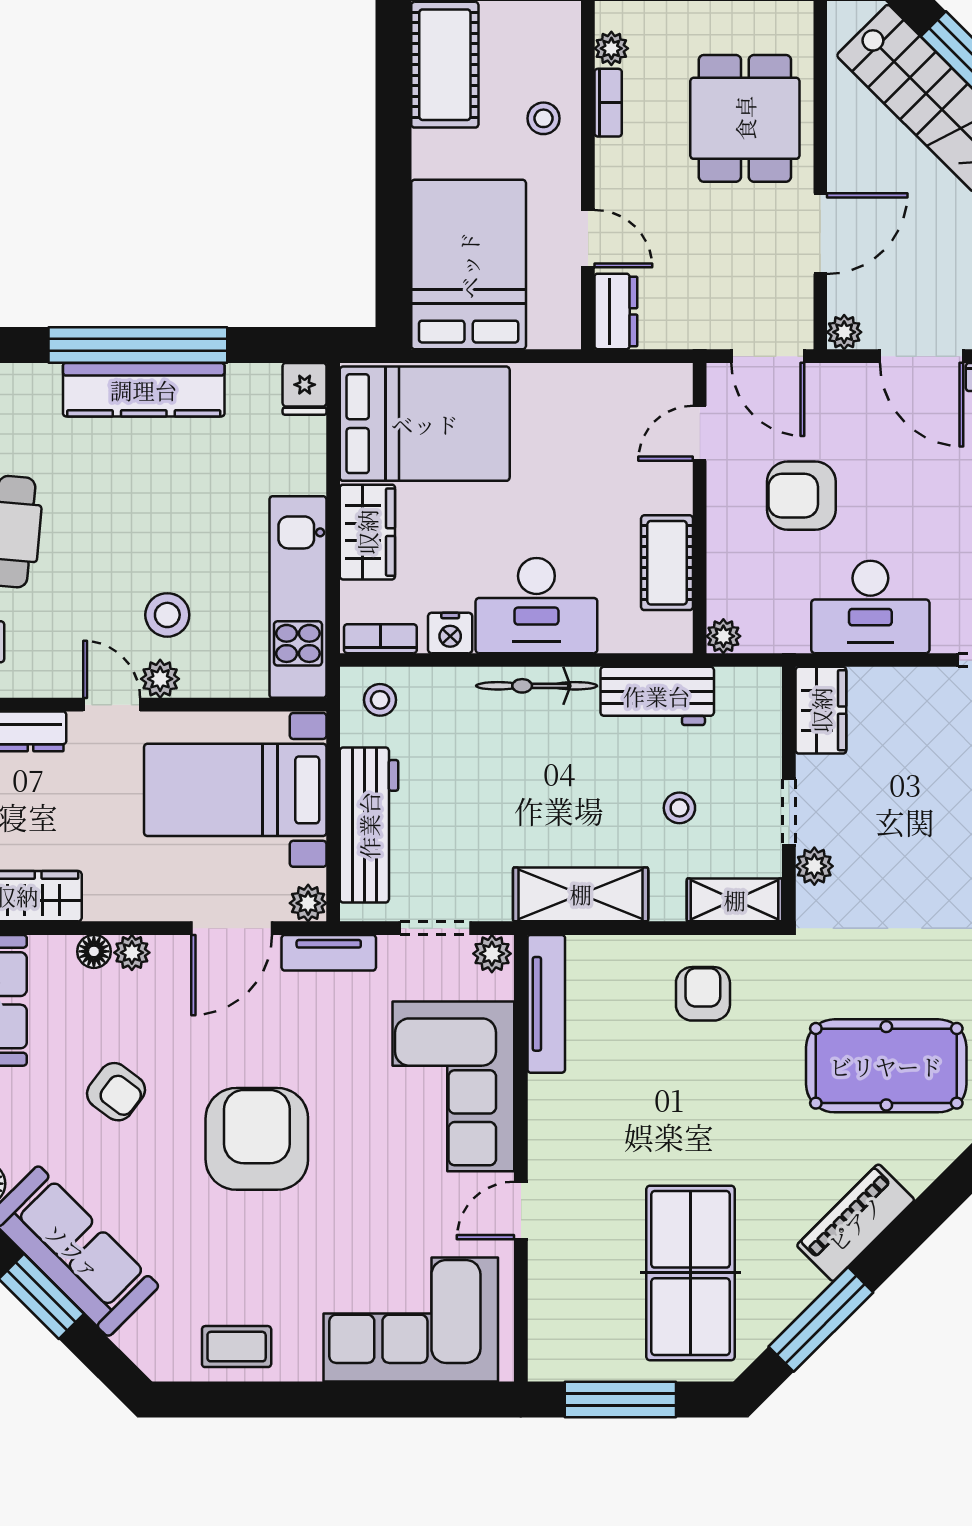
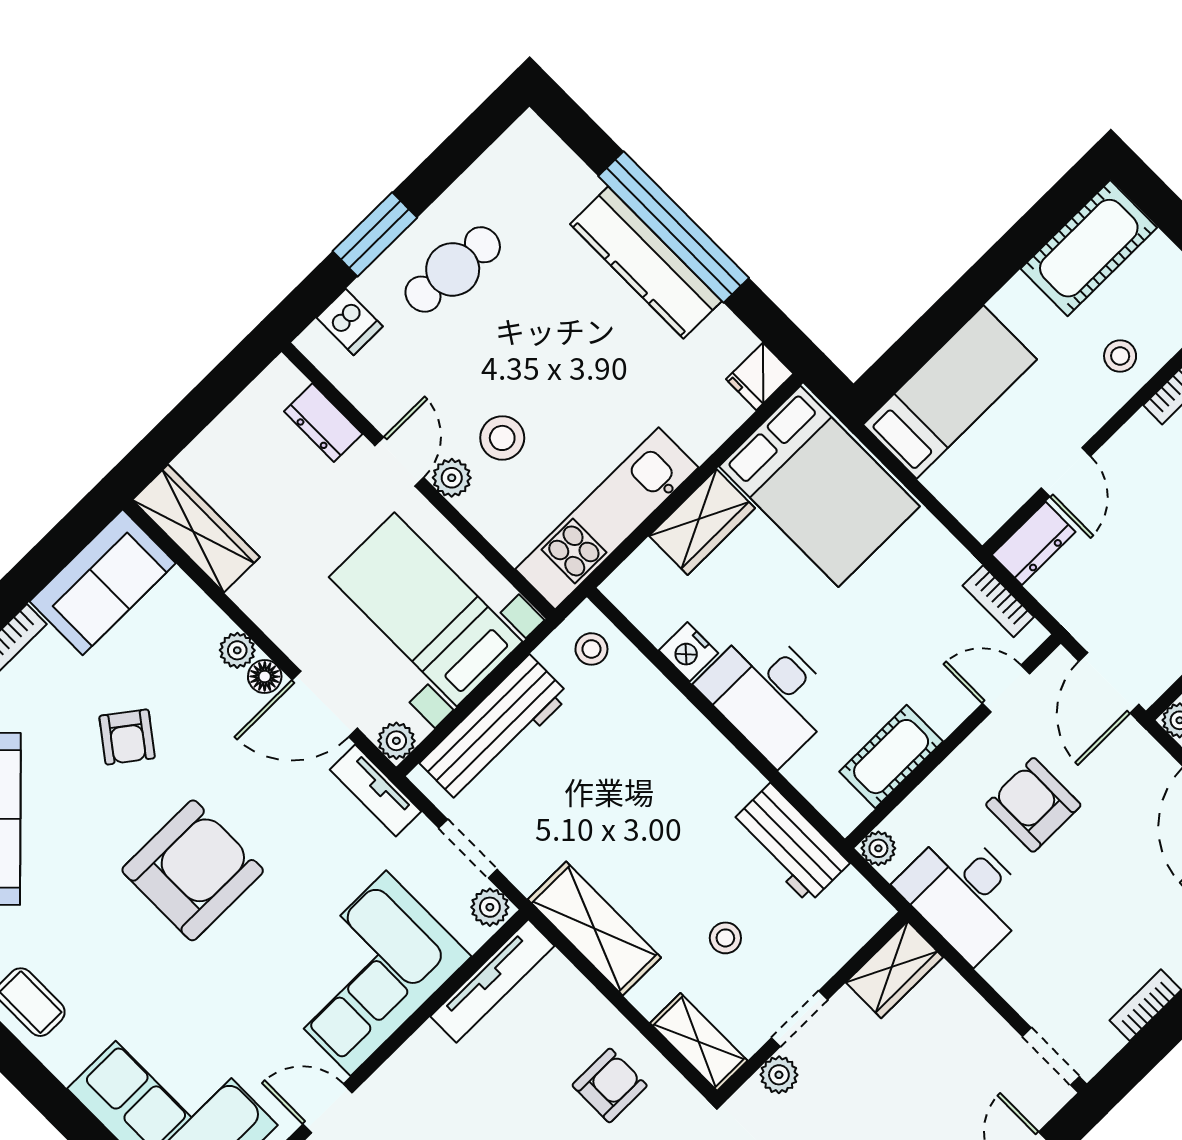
bed: (469, 265) -> (950, 392), width x0.67
desk: (870, 607) -> (965, 894), moved
bookcase: (380, 639) -> (998, 601), moved, turned 180
bicycle: (537, 686) -> (712, 750), removed
floor lamp: (94, 951) -> (265, 677), moved

